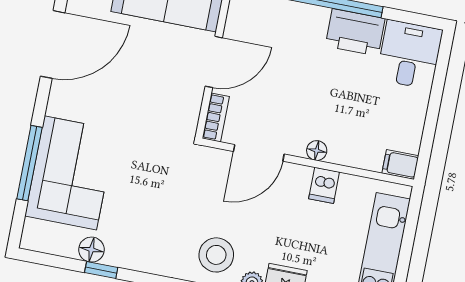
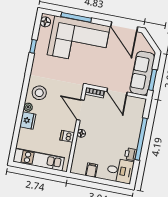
printer: (355, 32) -> (131, 154), width x0.53, depth x0.68
filing cabinet: (400, 164) -> (91, 170), moved
corner sofa: (70, 173) -> (79, 41), width x1.36, depth x1.36
floor lamp: (91, 250) -> (45, 22), moved

